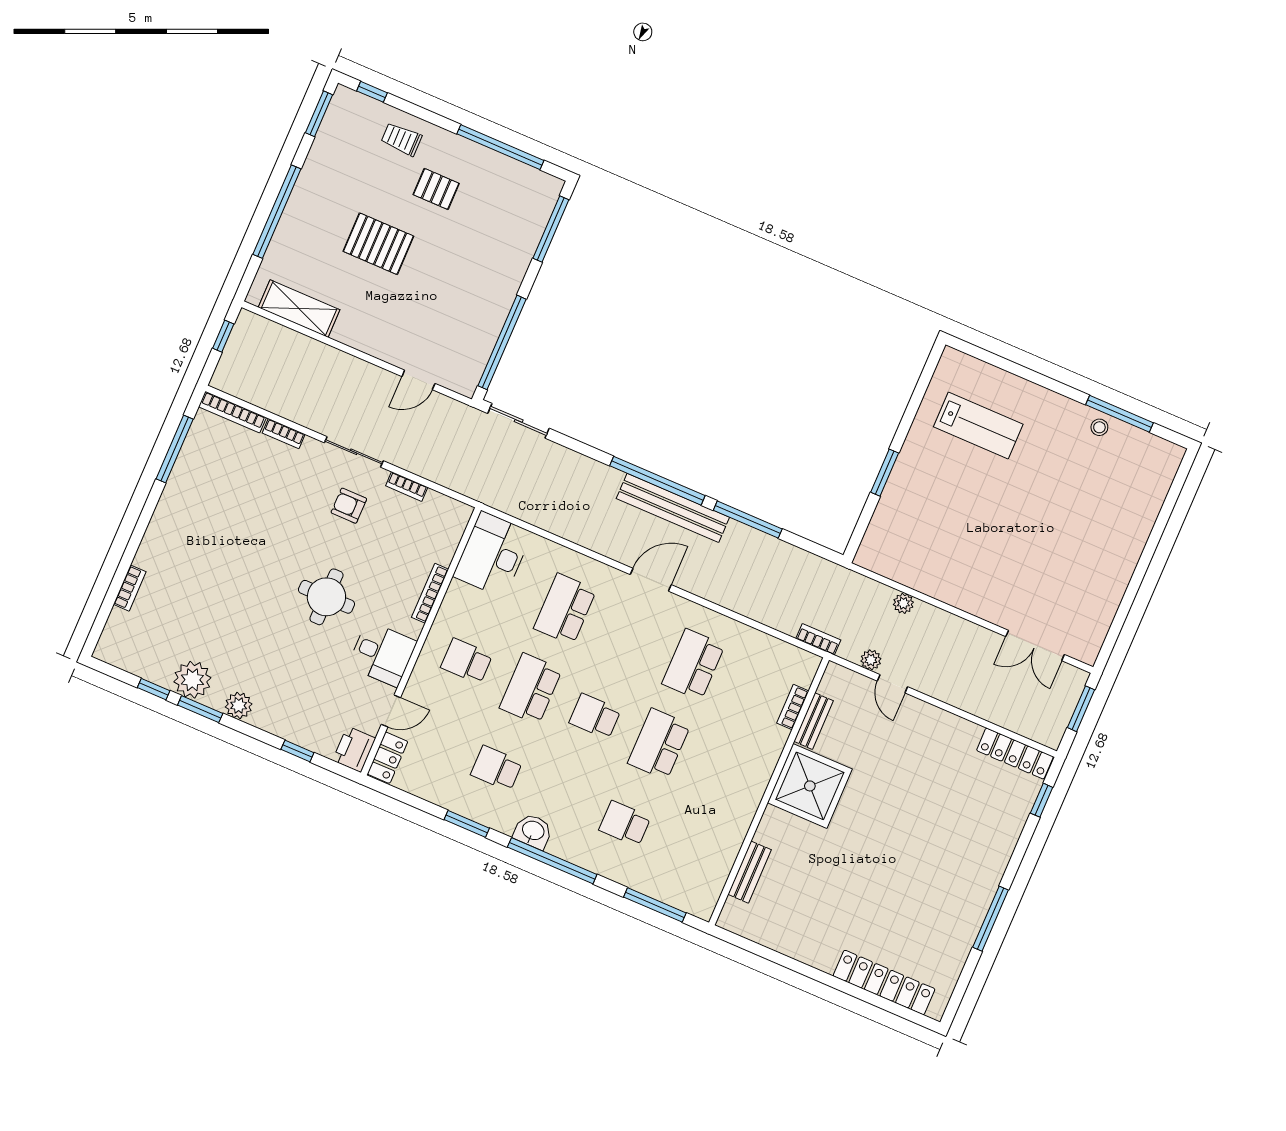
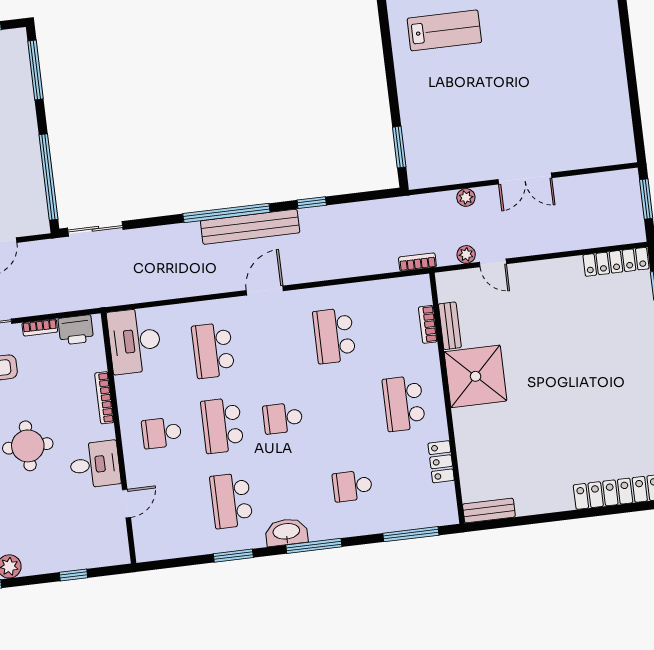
window: (885, 473) -> (399, 147), moved
window: (748, 520) -> (312, 203), width x0.46
double door: (1035, 645) -> (525, 179), moved
school desk: (659, 744) -> (404, 404), moved
printer: (354, 749) -> (76, 330), moved, turned -90
locker: (388, 758) -> (441, 462), moved, turned 180
school desk: (497, 768) -> (231, 501), width x1.85
washbasin: (533, 831) -> (286, 532), width x1.38
window: (552, 861) -> (314, 546), width x0.68
bench: (750, 872) -> (489, 510), moved, turned 90

